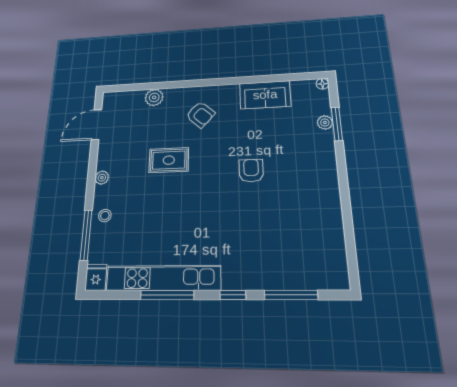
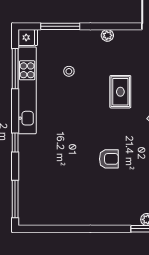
stool: (105, 216) -> (69, 71), moved
window: (167, 295) -> (15, 69), moved
window: (291, 295) -> (15, 199), moved

